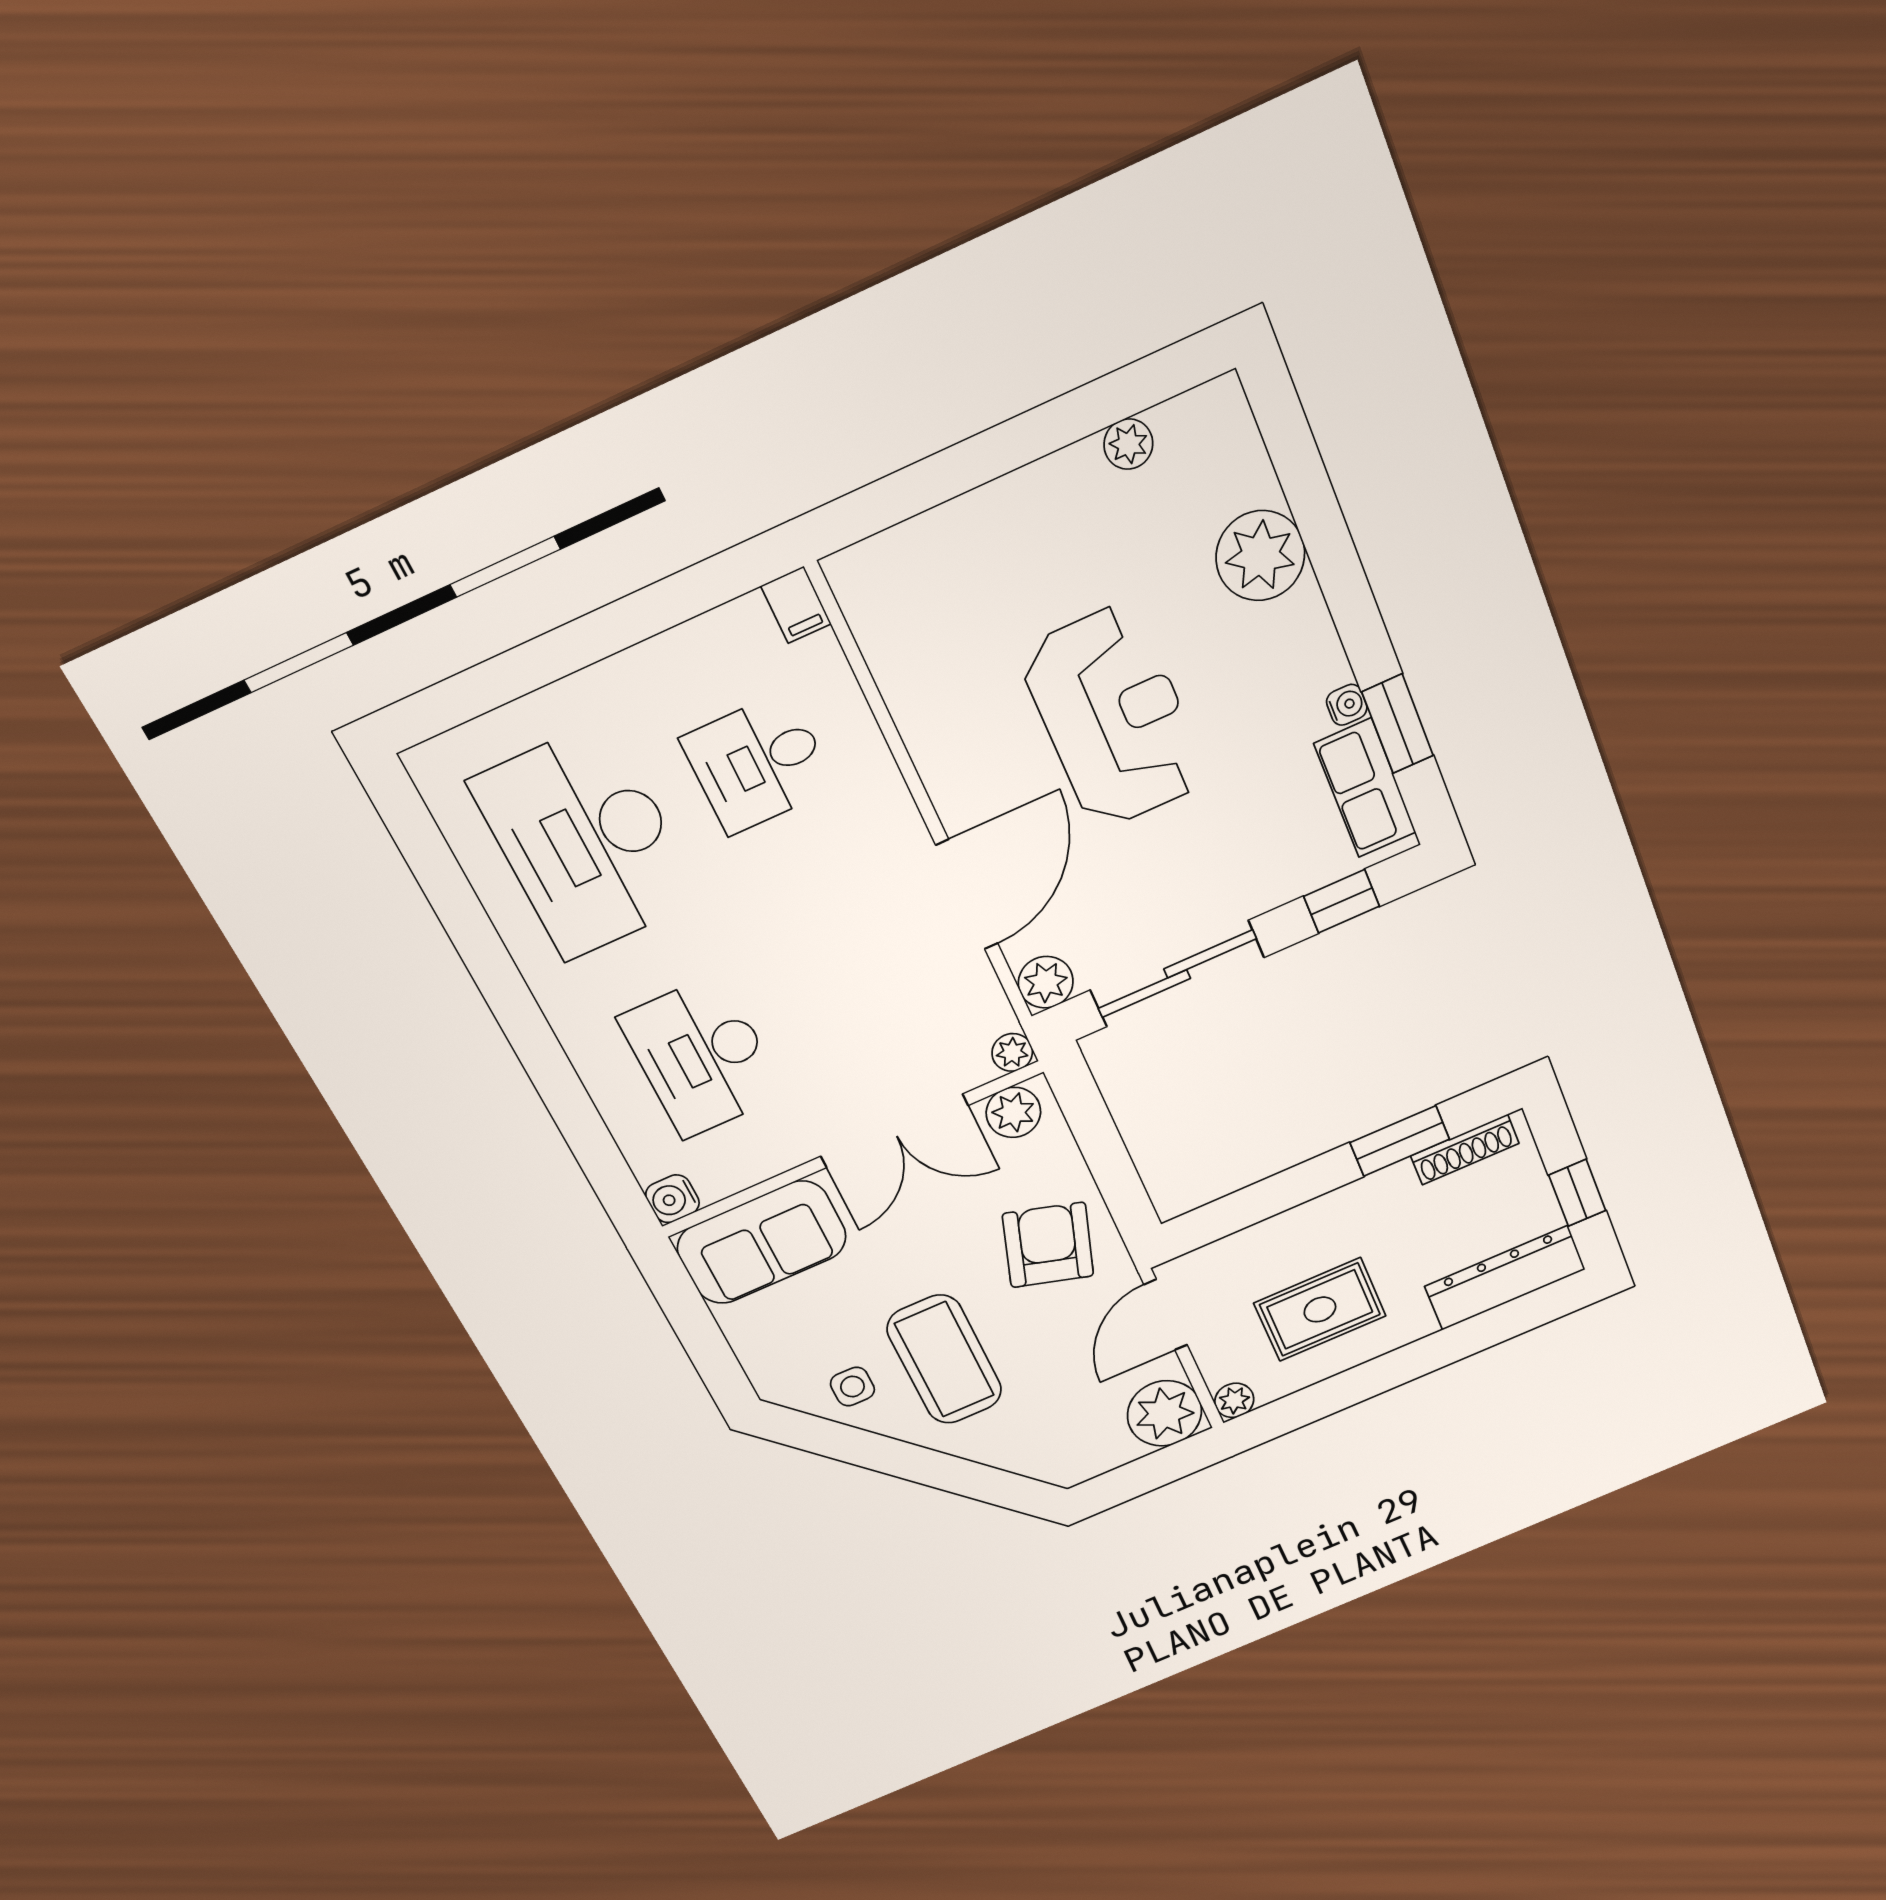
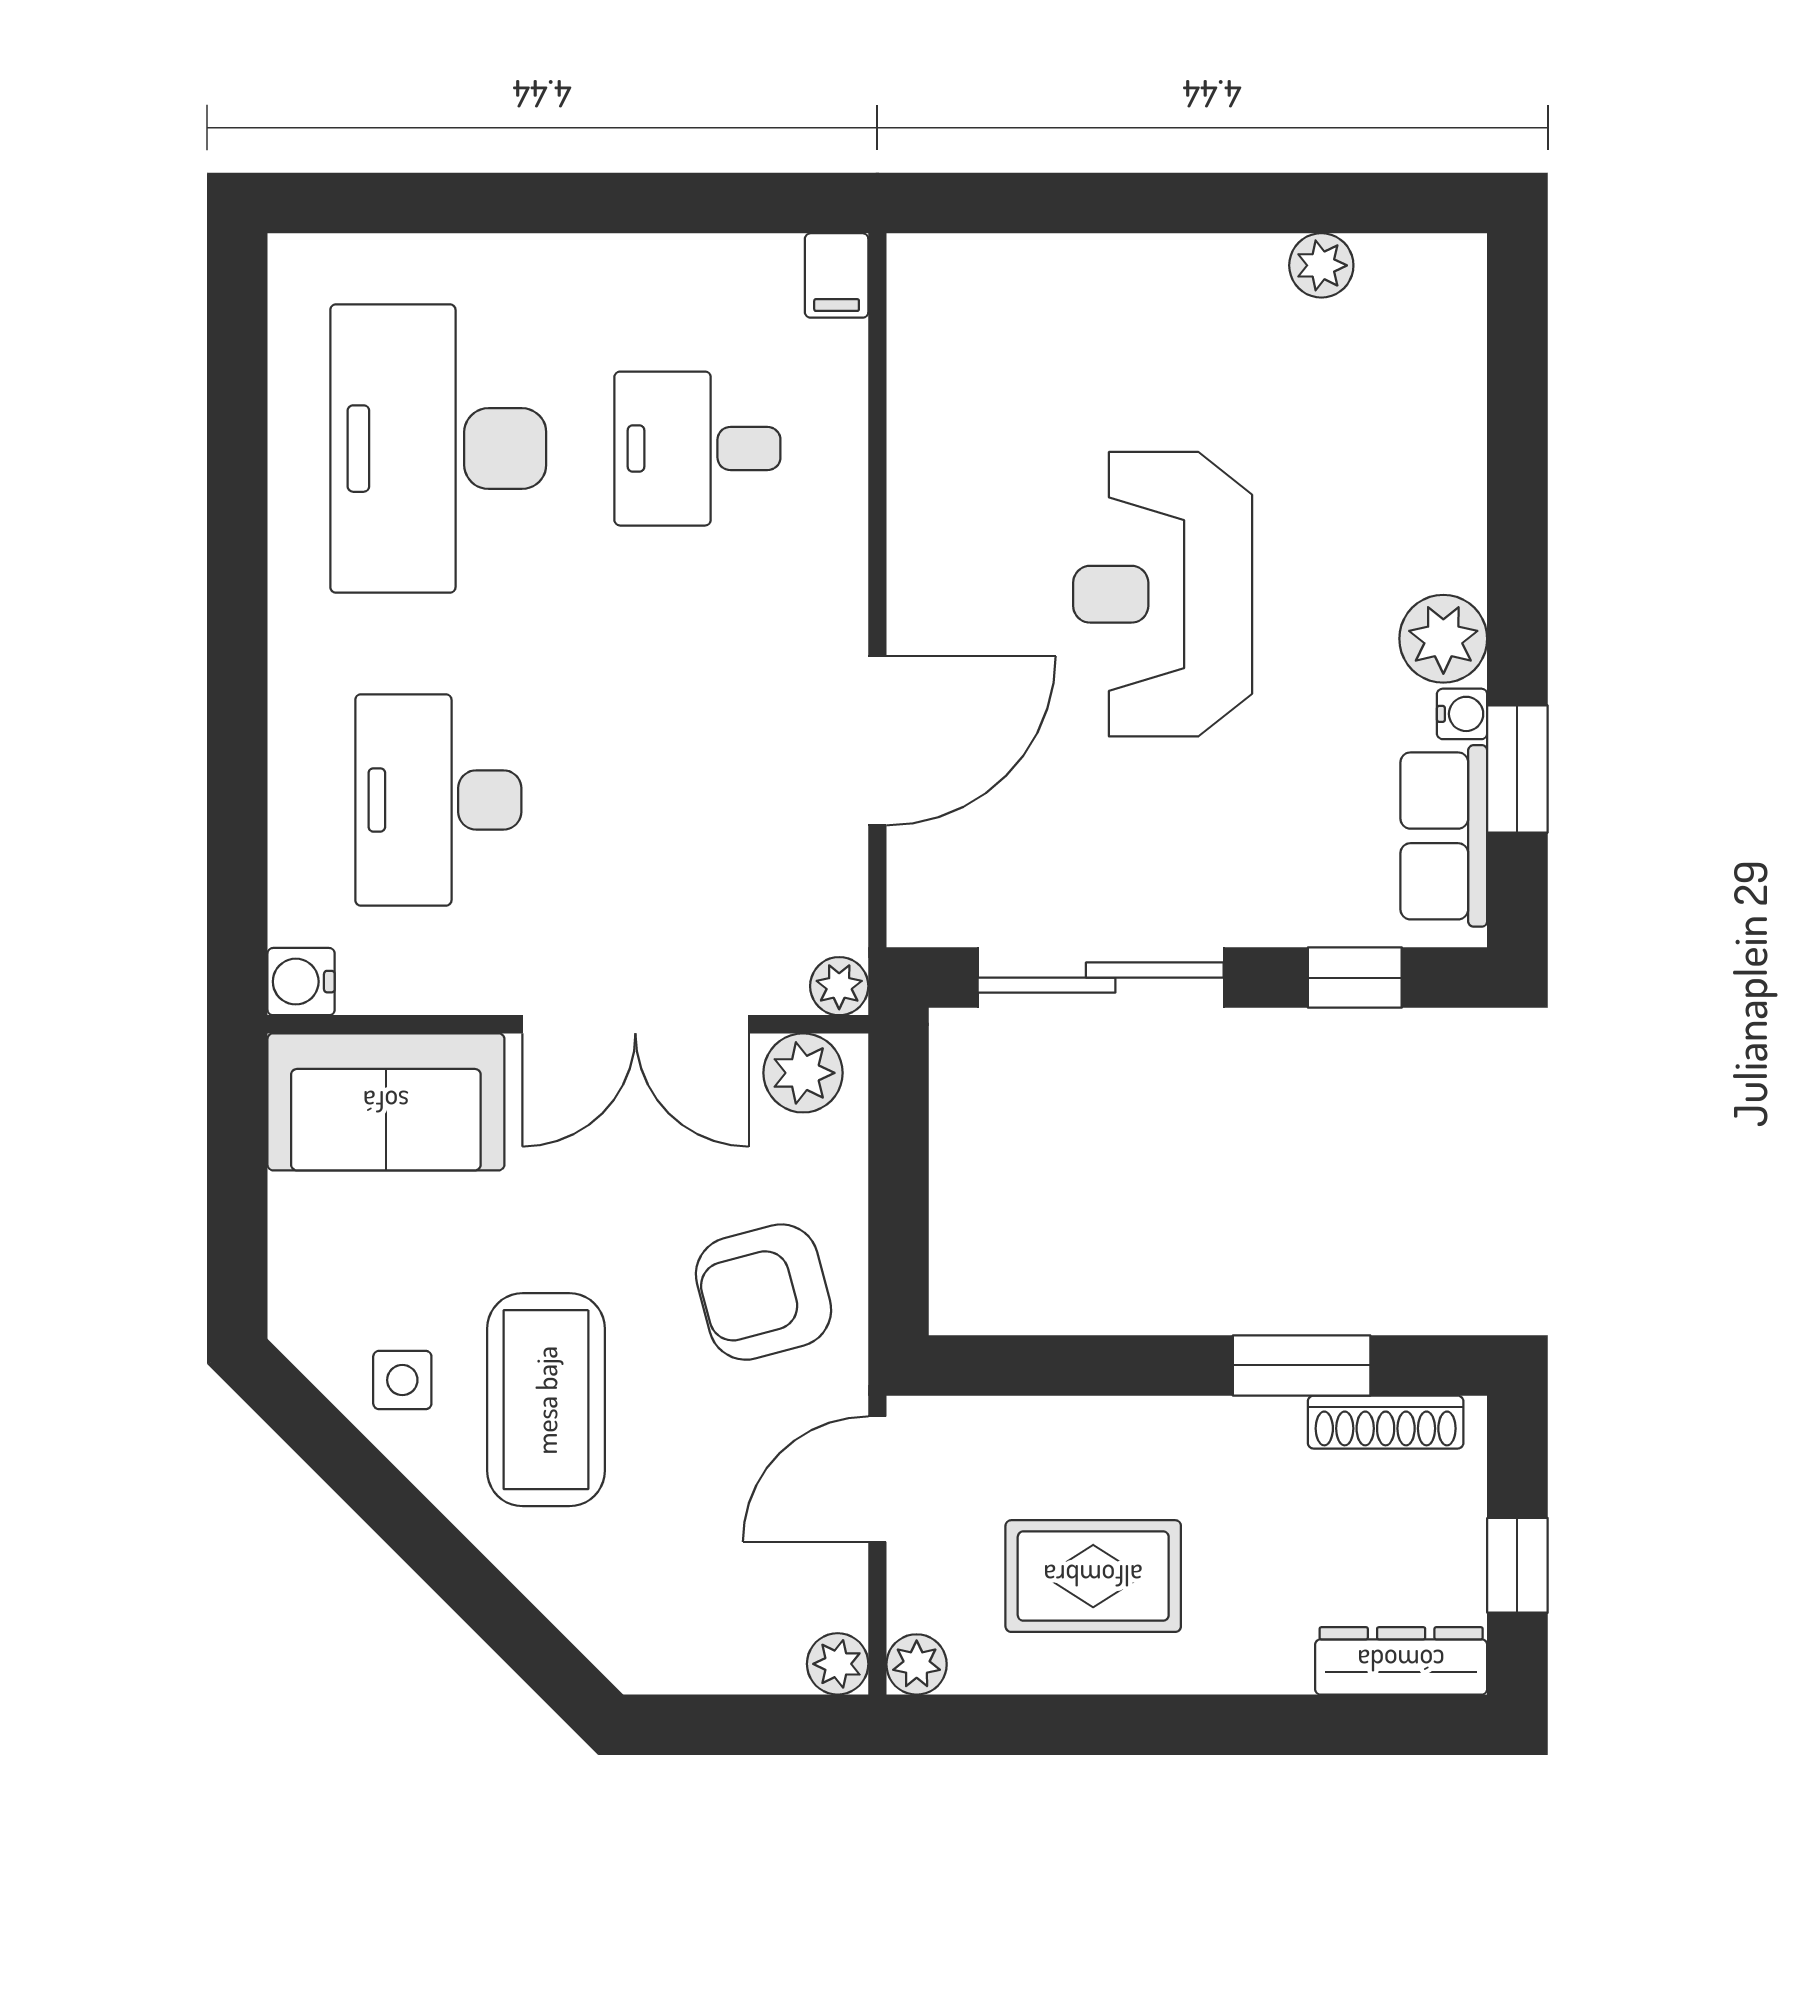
plant: (1260, 556) -> (1443, 639), moved, width x0.73, depth x0.73
reception desk: (1114, 717) -> (1163, 594), turned 180
plant: (1046, 982) -> (925, 908), removed
armchair: (1048, 1245) -> (764, 1292), turned -122
dresser: (1505, 1278) -> (1401, 1661), width x0.73, depth x0.80
plant: (1165, 1413) -> (838, 1664), width x0.53, depth x0.53

